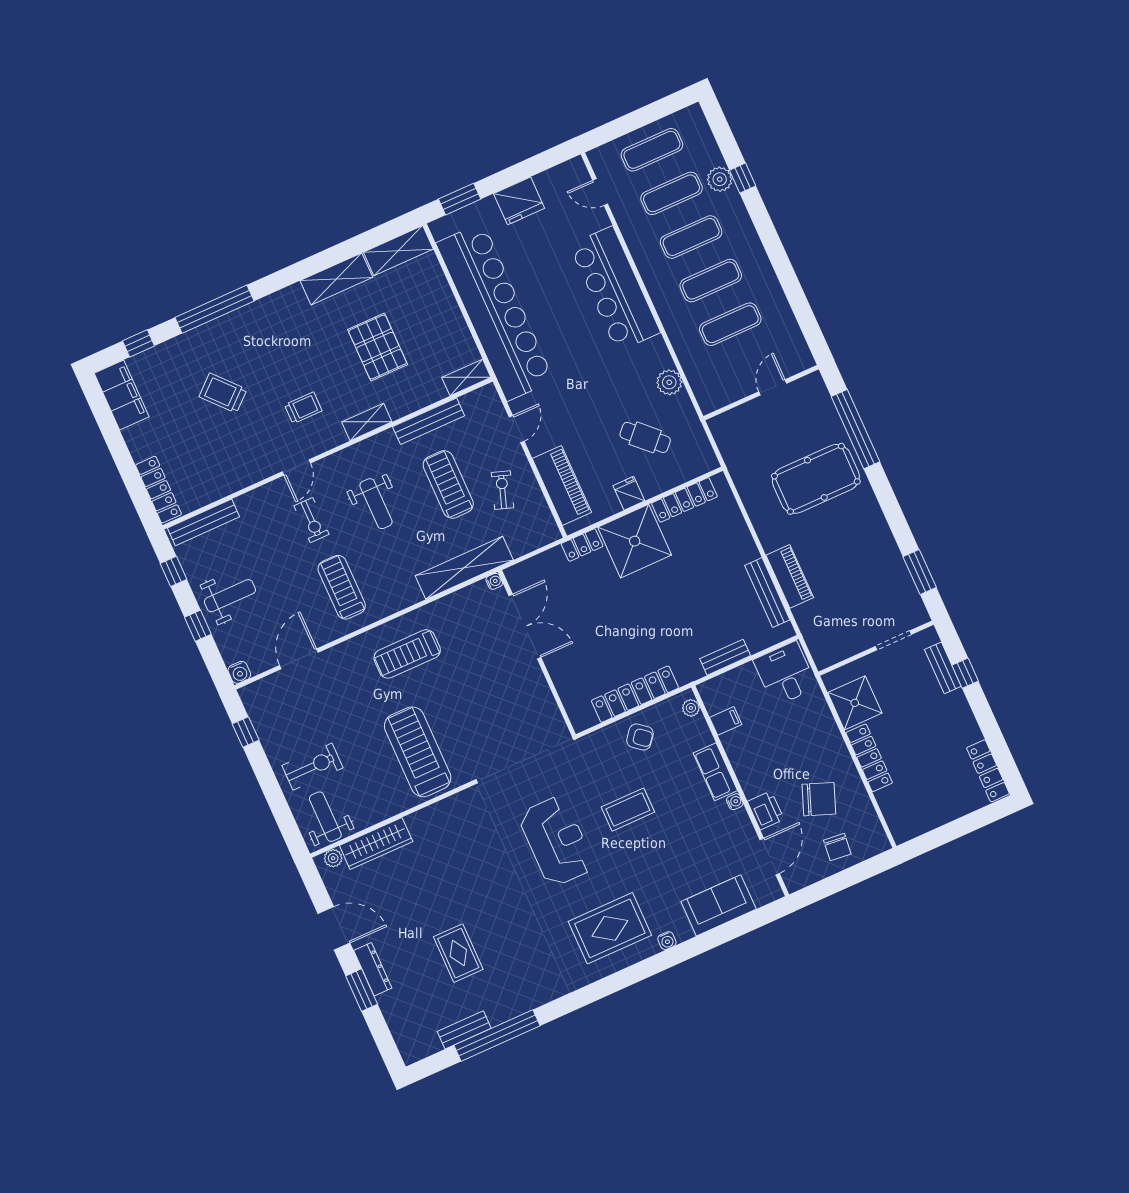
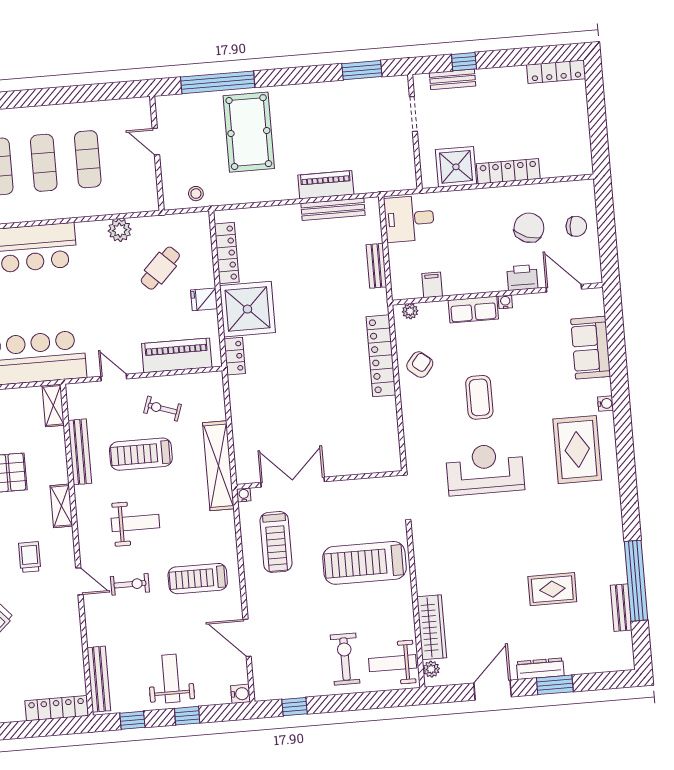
stool: (734, 447) -> (196, 194), added
water cooler: (494, 581) -> (244, 495), moved
double door: (525, 627) -> (293, 482), moved
wall: (537, 653) -> (319, 480), moved

